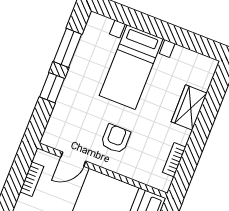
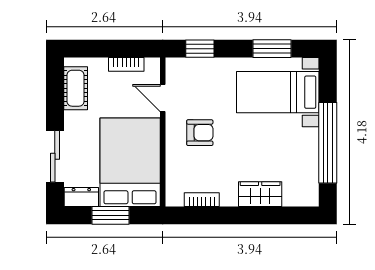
window: (168, 32) -> (328, 143), added
bed with nightstands: (131, 67) -> (278, 92), moved
window: (52, 88) -> (200, 49), moved

